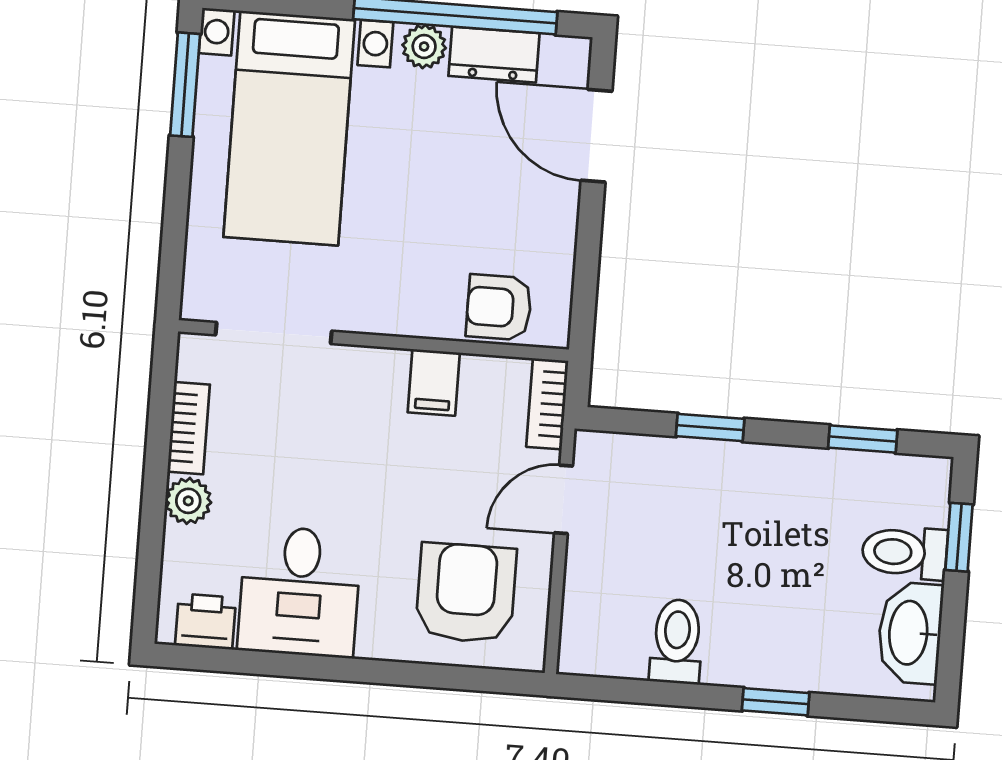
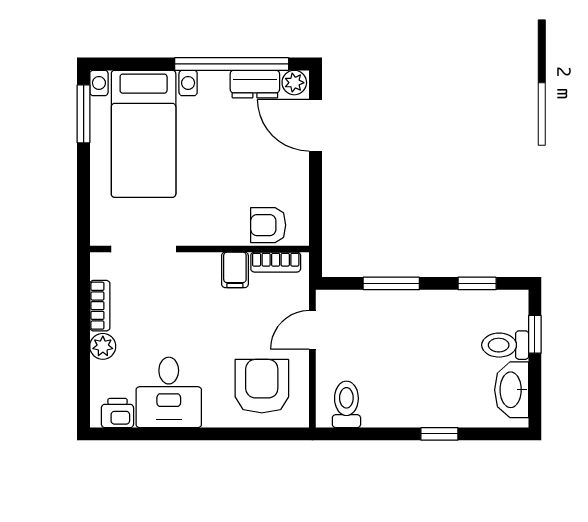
plant: (424, 46) -> (294, 83), moved
bookcase: (547, 404) -> (276, 262), moved, turned -90
window: (710, 428) -> (391, 283), width x1.50
toilet: (677, 641) -> (346, 404), moved

